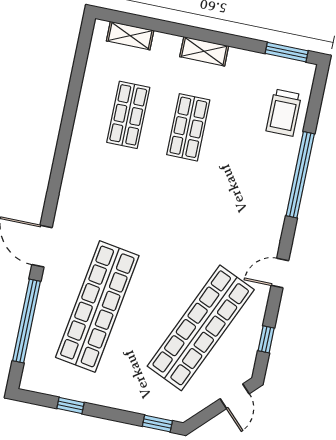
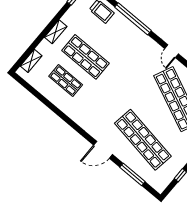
shop shelf: (188, 127) -> (85, 57), width x1.43, depth x1.36
window: (26, 321) -> (132, 174), width x0.68

